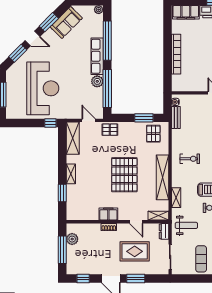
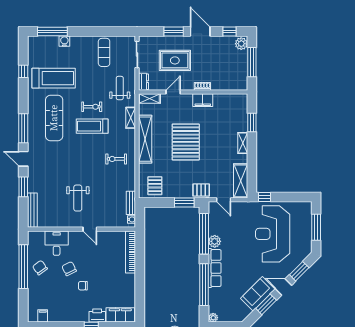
sofa: (66, 22) -> (258, 294), moved
bookcase: (176, 54) -> (131, 252), moved
window: (144, 118) -> (184, 202), moved
door: (136, 222) -> (173, 92), hinge flipped
weight bench: (186, 225) -> (120, 88), turned 90
plant: (72, 239) -> (241, 44), moved

